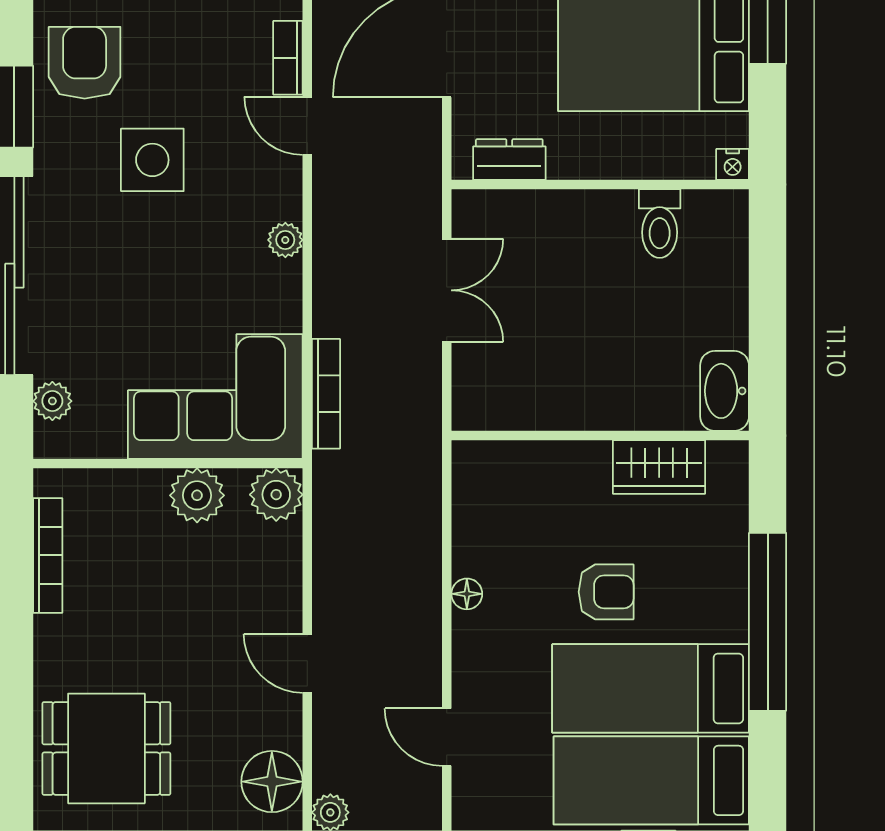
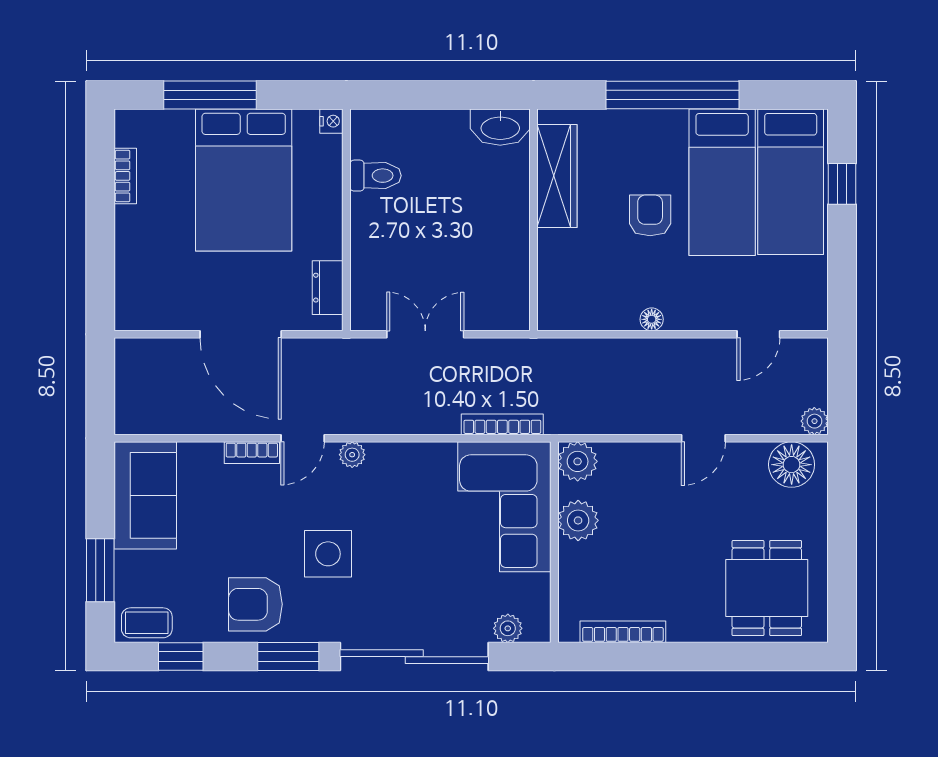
plant: (285, 240) -> (352, 455), moved
wardrobe: (659, 467) -> (557, 176), width x1.50

